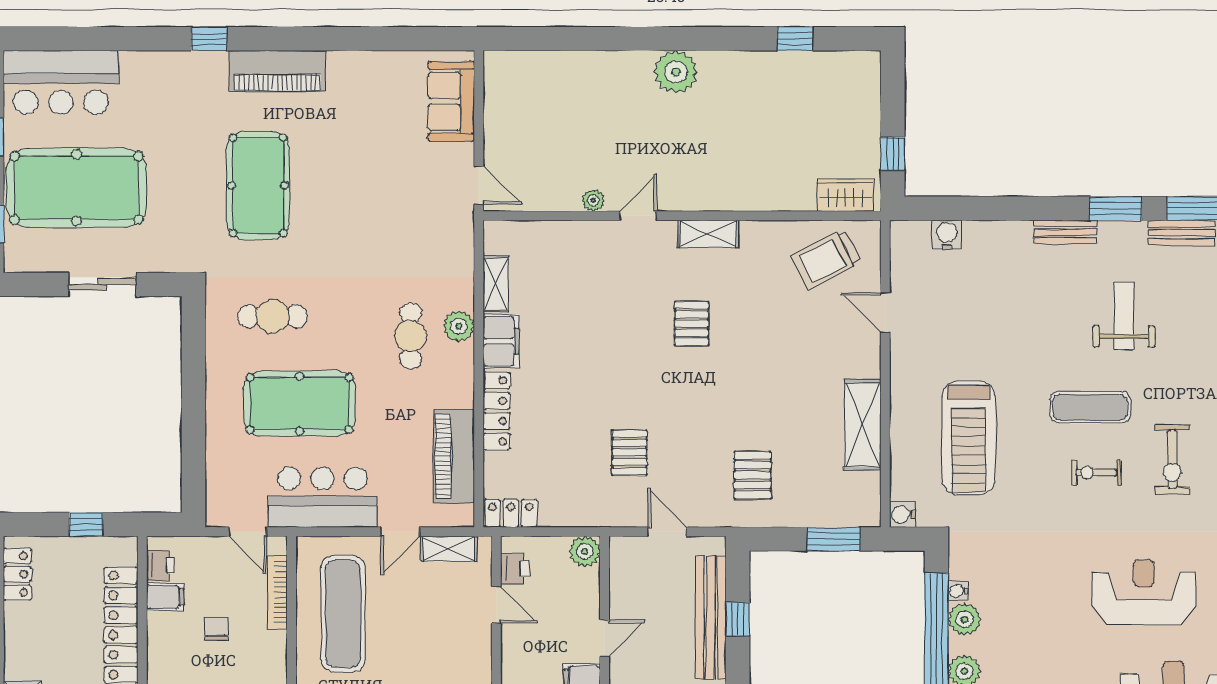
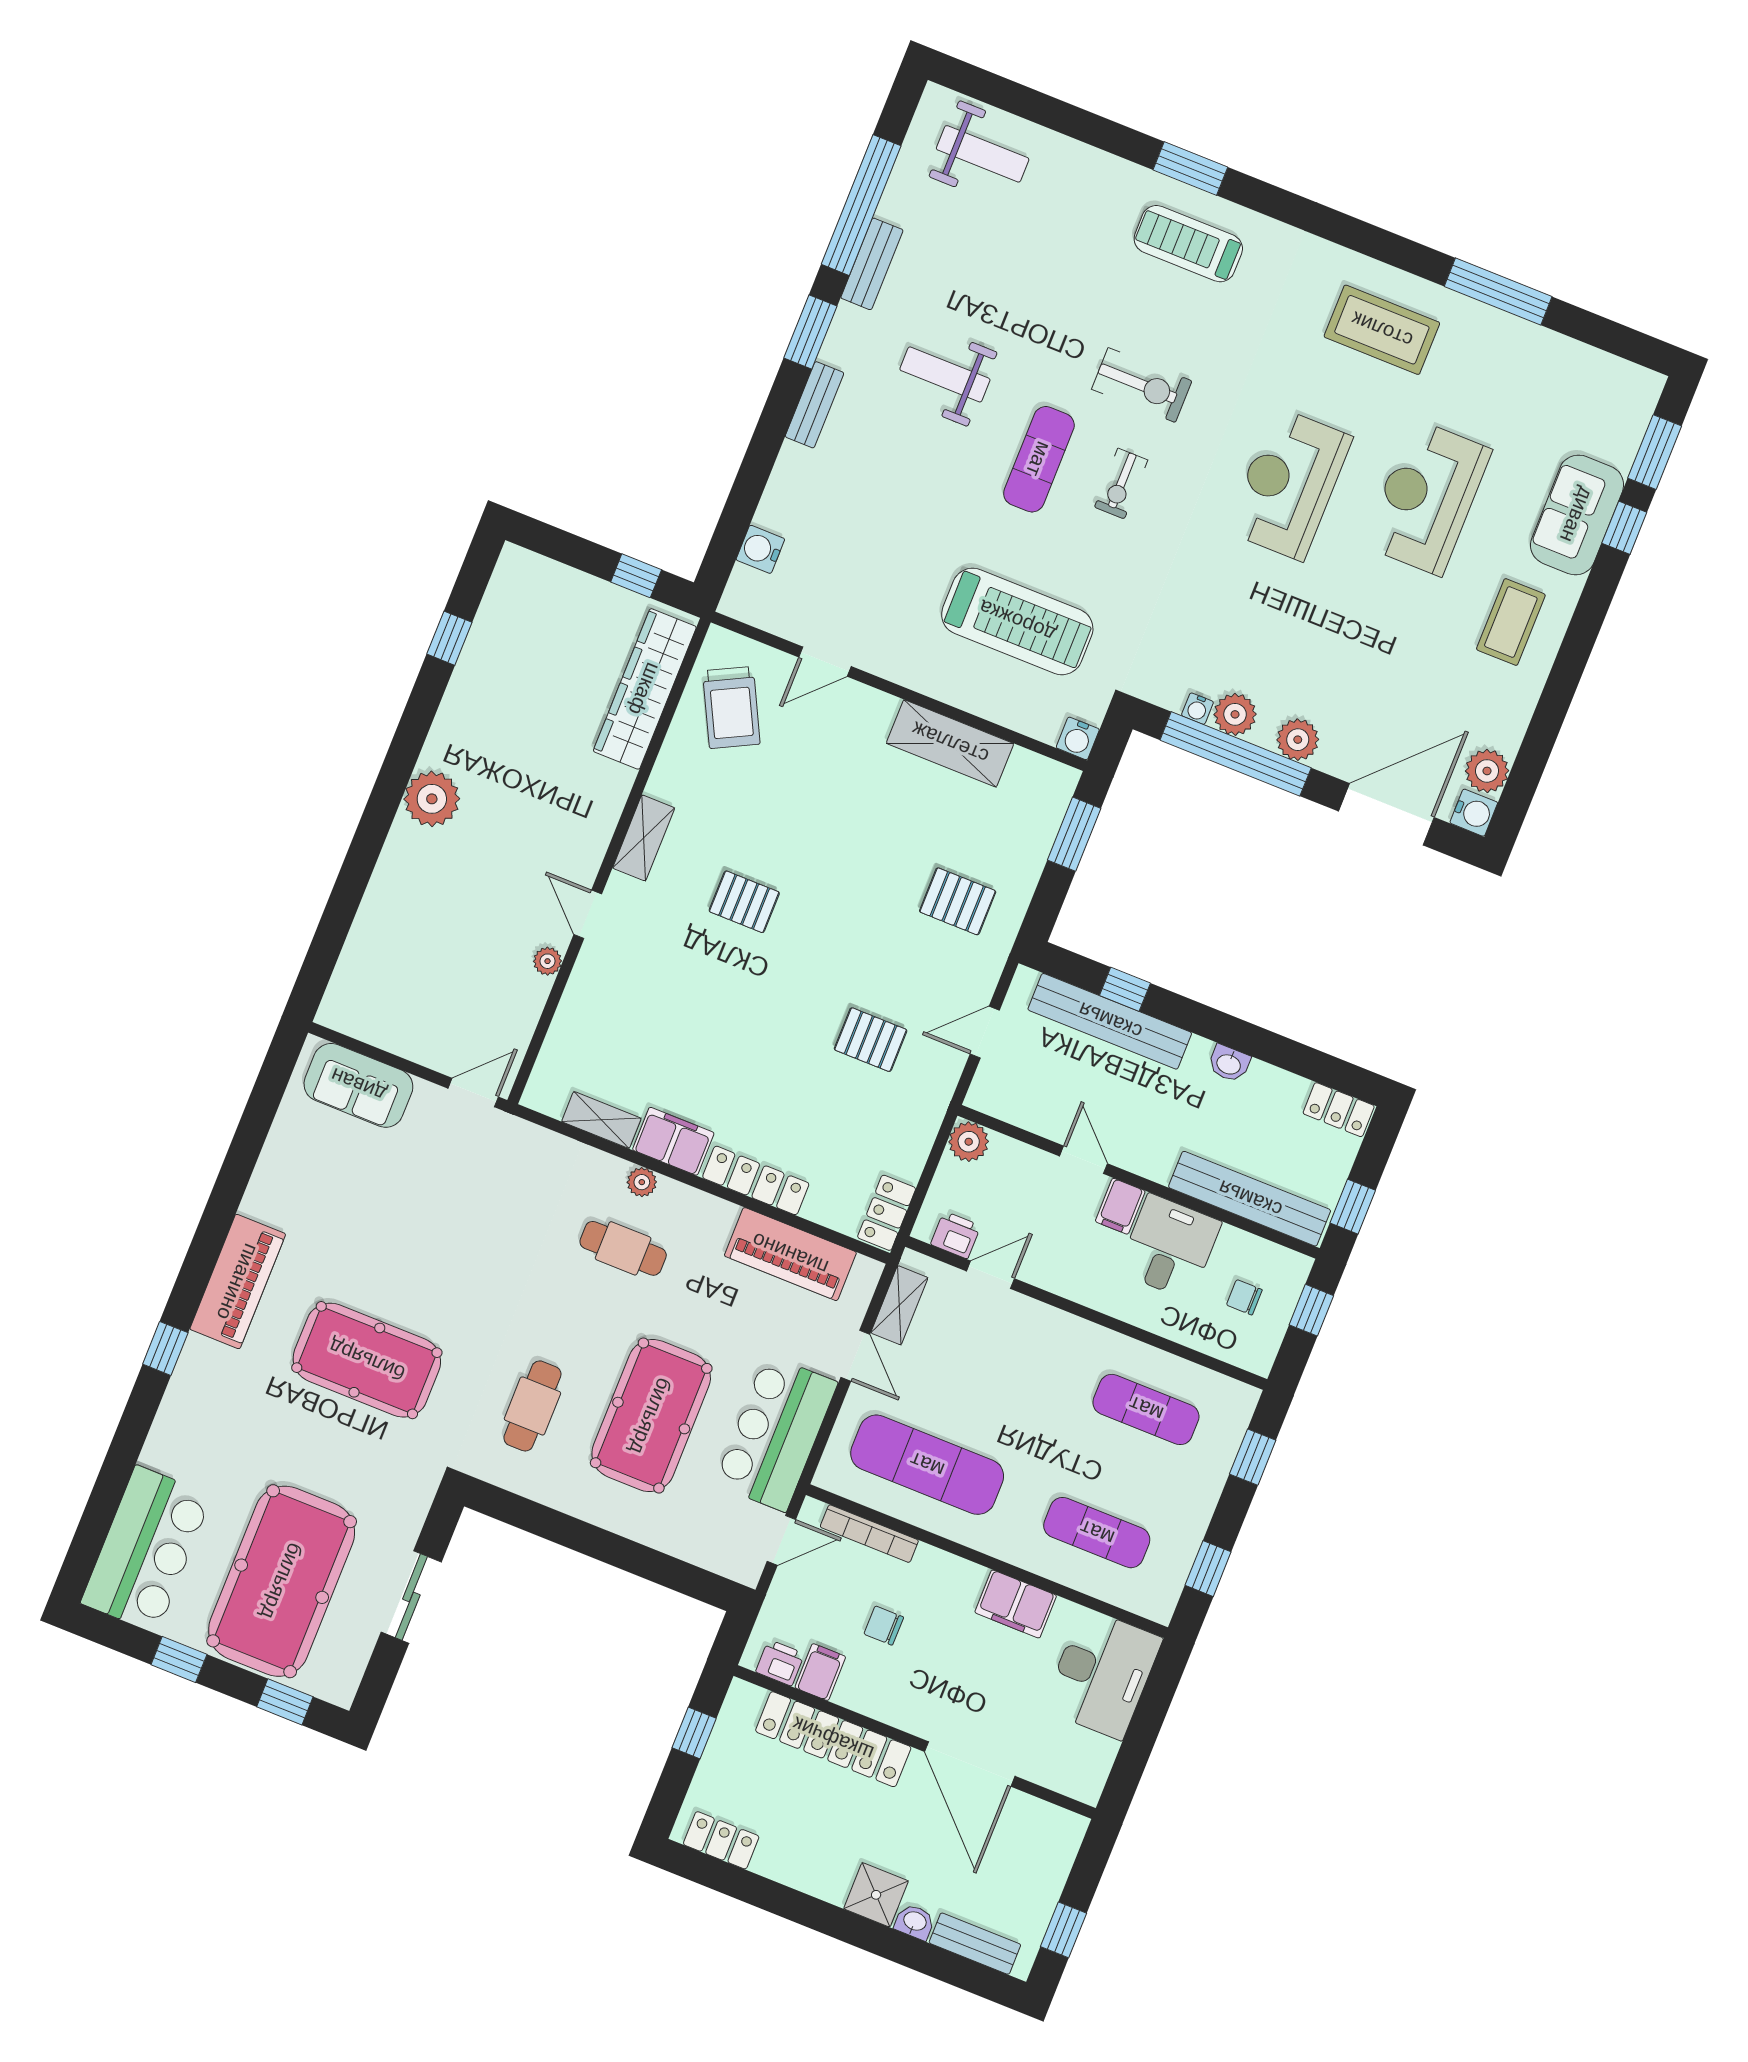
wardrobe: (846, 195) -> (645, 689), width x2.10, depth x1.17
plant: (459, 326) -> (642, 1182), width x0.73, depth x0.73

